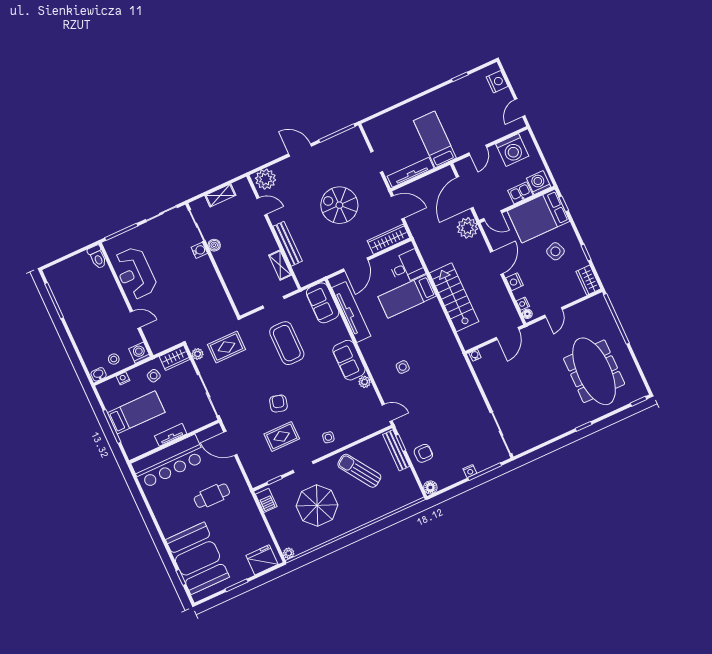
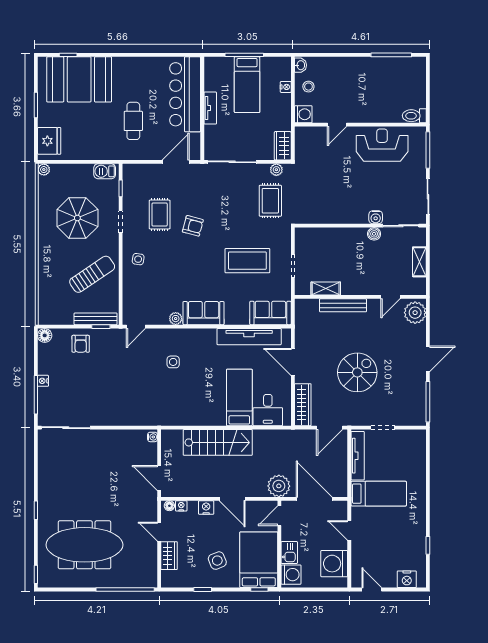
wardrobe: (588, 280) -> (169, 556), moved, turned 90
side table: (154, 376) -> (275, 118), removed

